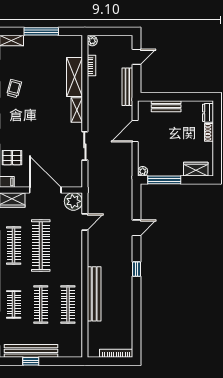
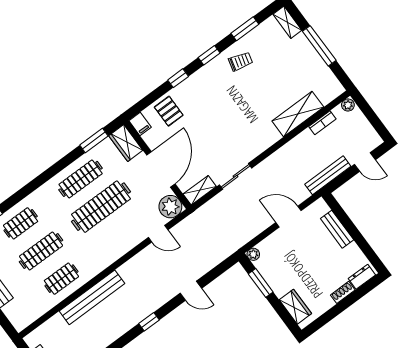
shelving: (77, 110) -> (200, 190), moved
window: (164, 180) -> (261, 283), width x0.69
clothes rail: (68, 304) -> (61, 279), width x0.73

